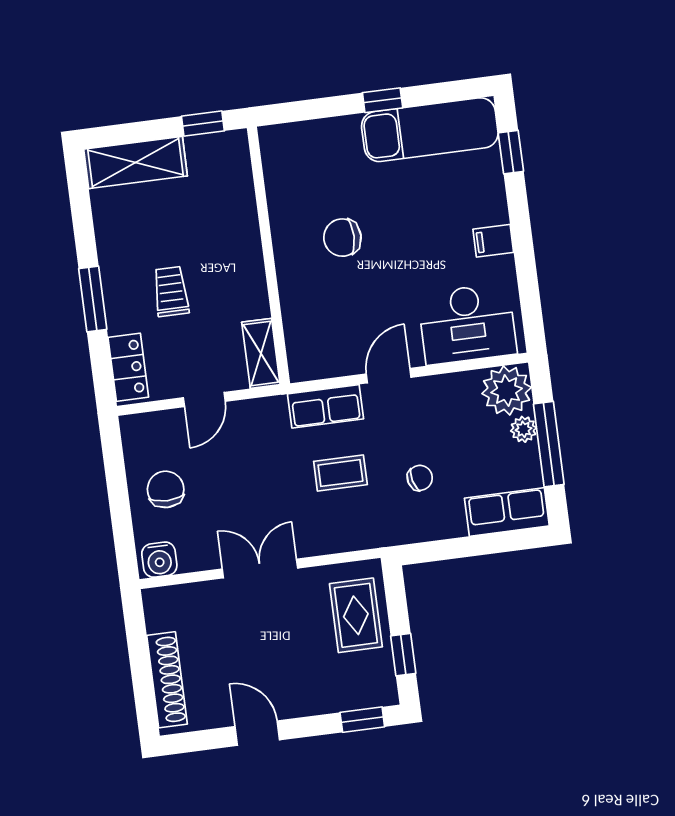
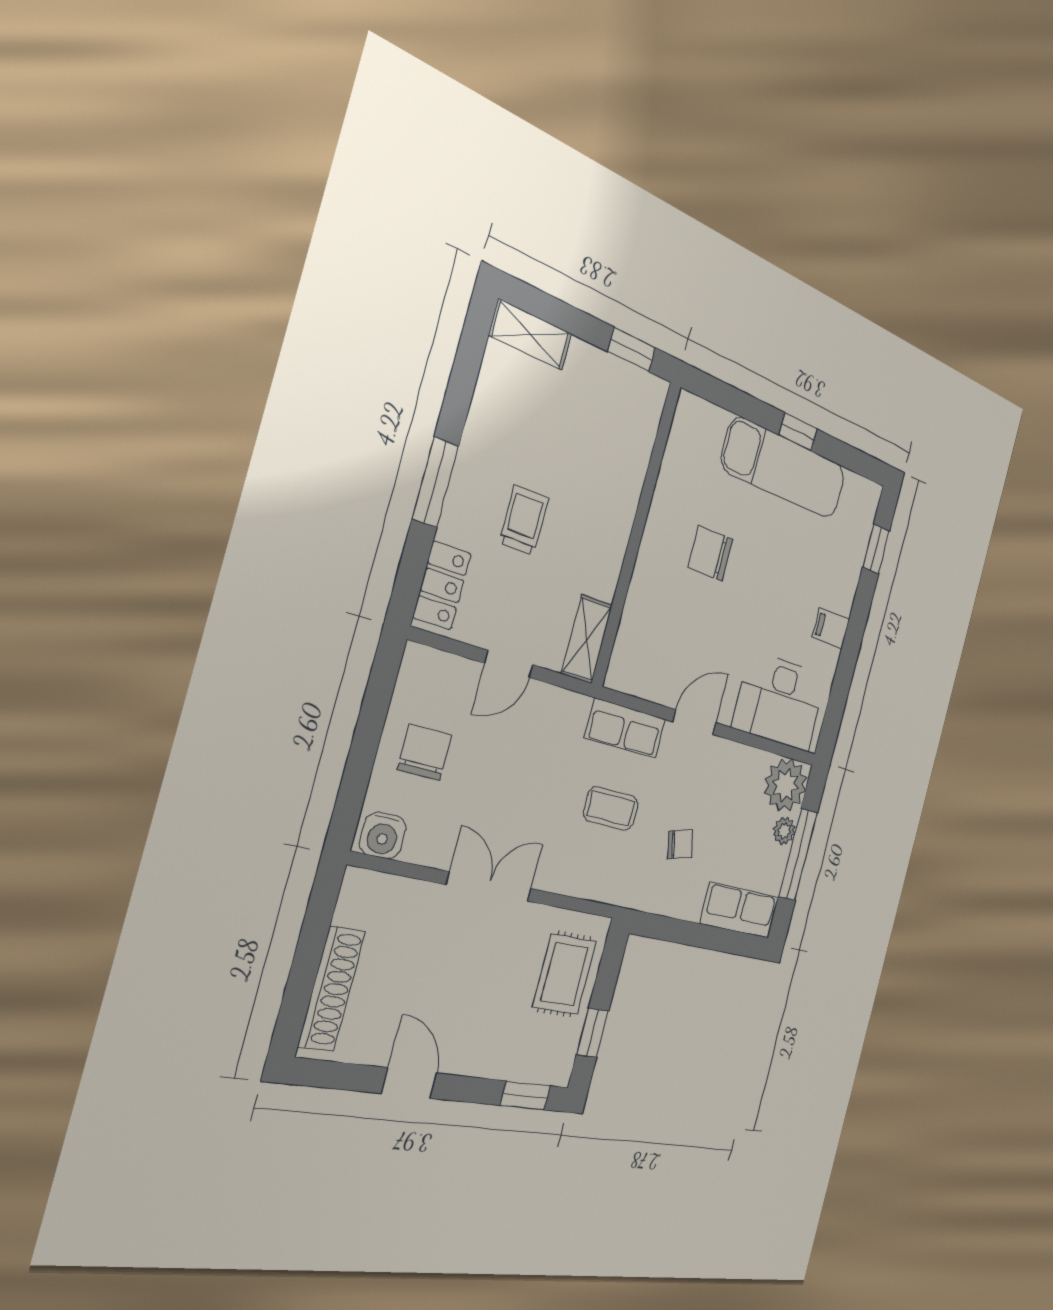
exam couch: (430, 130) -> (784, 468), moved
shelving: (135, 163) -> (530, 335), width x0.67, depth x0.75

